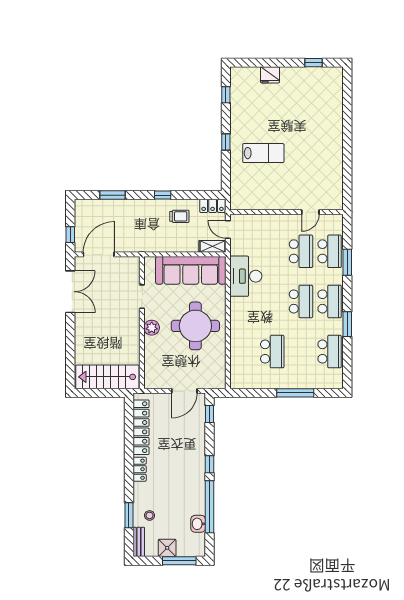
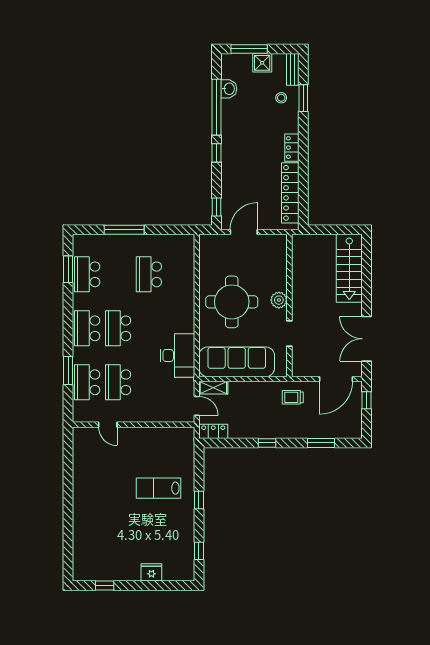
door: (310, 212) -> (108, 425), swing flipped
trolley: (179, 216) -> (293, 397), moved
window: (347, 324) -> (68, 269), moved
stairs: (107, 377) -> (349, 268), moved, turned 90

